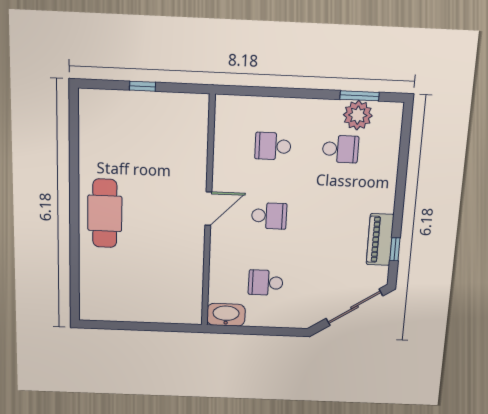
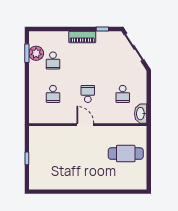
school desk: (340, 149) -> (53, 61), turned 180
cafe table: (105, 213) -> (126, 154), moved
piano: (380, 240) -> (82, 37), moved

